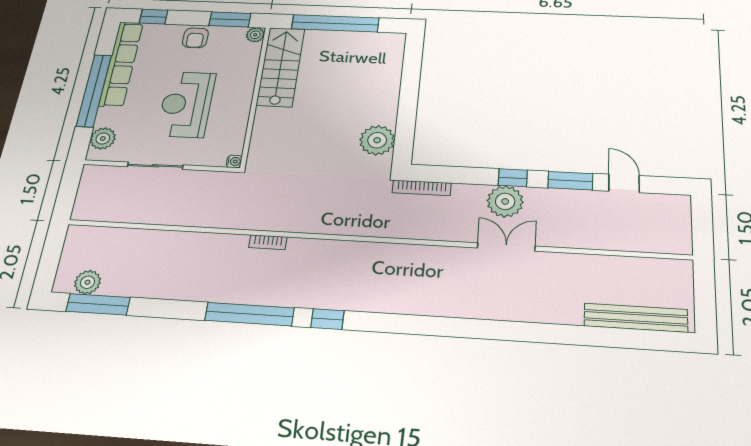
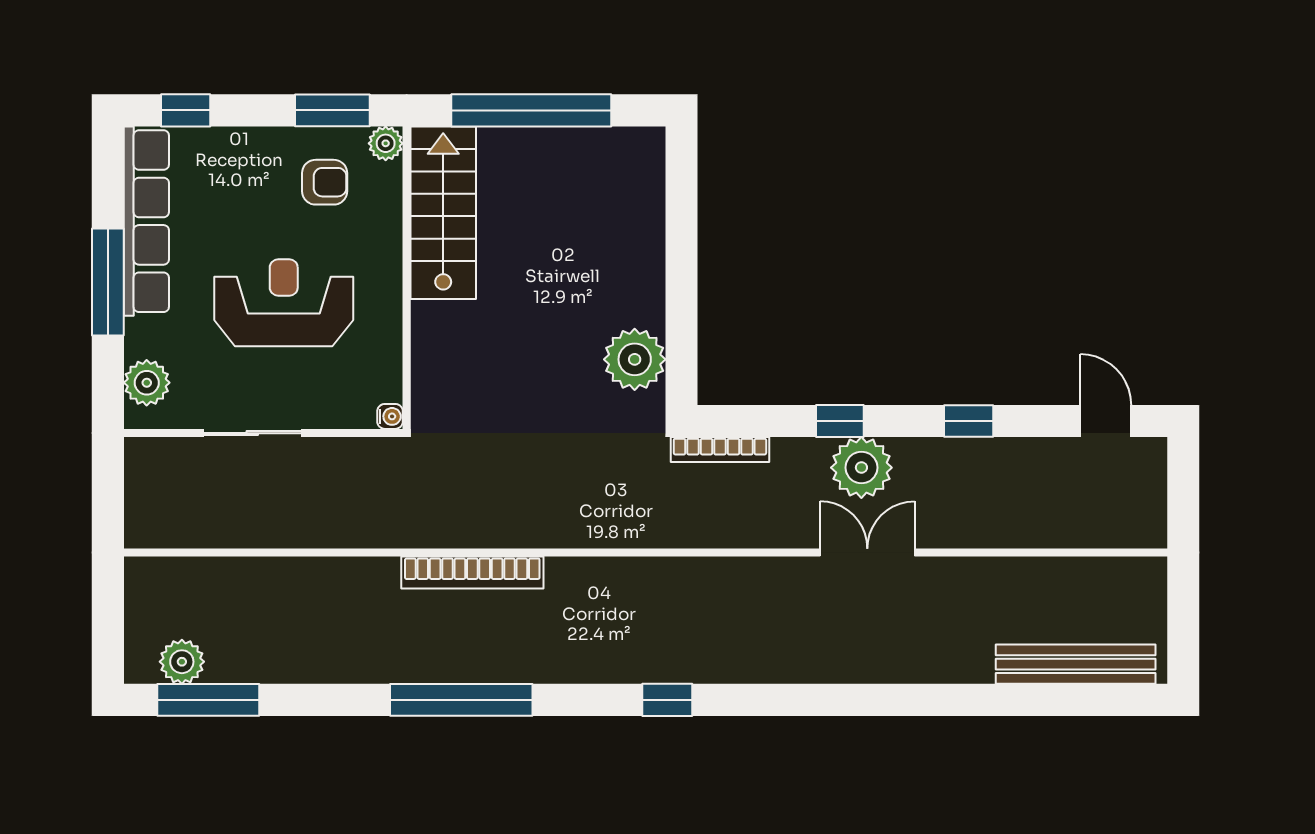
armchair: (195, 38) -> (325, 182), moved, turned -90
window: (94, 91) -> (108, 282), width x0.68
reception desk: (186, 104) -> (284, 303), turned 90
window: (513, 178) -> (840, 421), moved
window: (570, 181) -> (969, 421), width x0.67
door: (624, 183) -> (1106, 421), moved
bookcase: (268, 242) -> (472, 573), width x2.31, depth x1.31
window: (327, 319) -> (667, 700), moved

